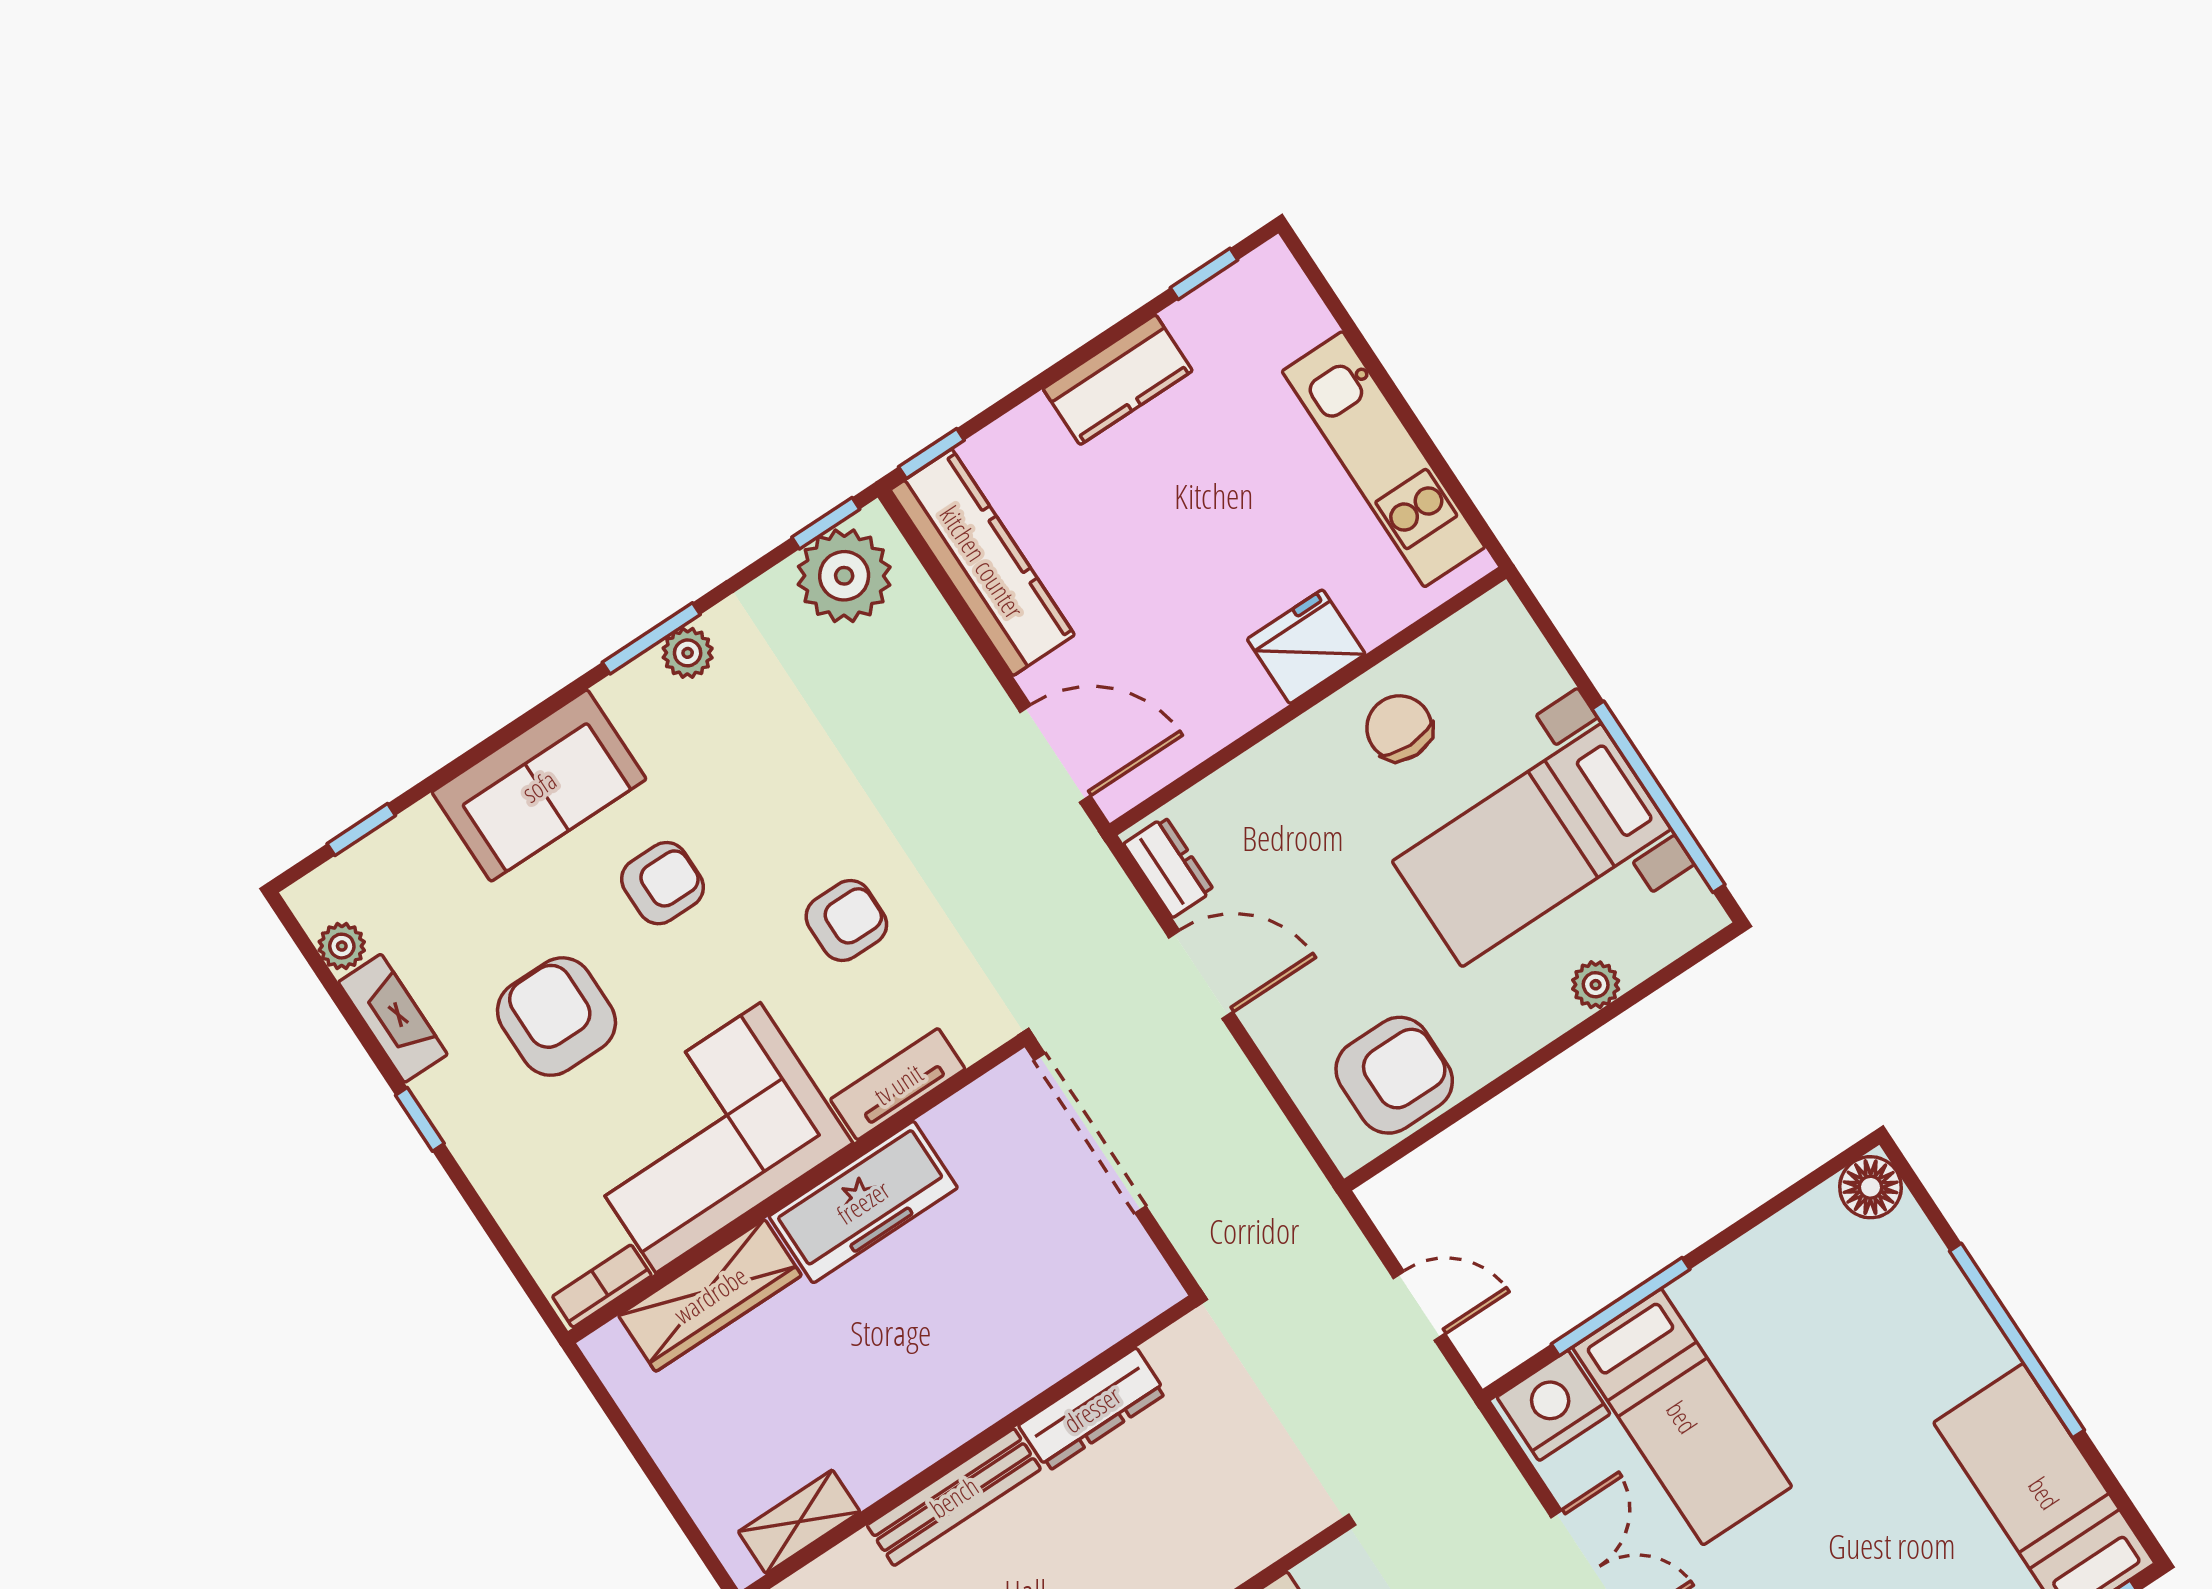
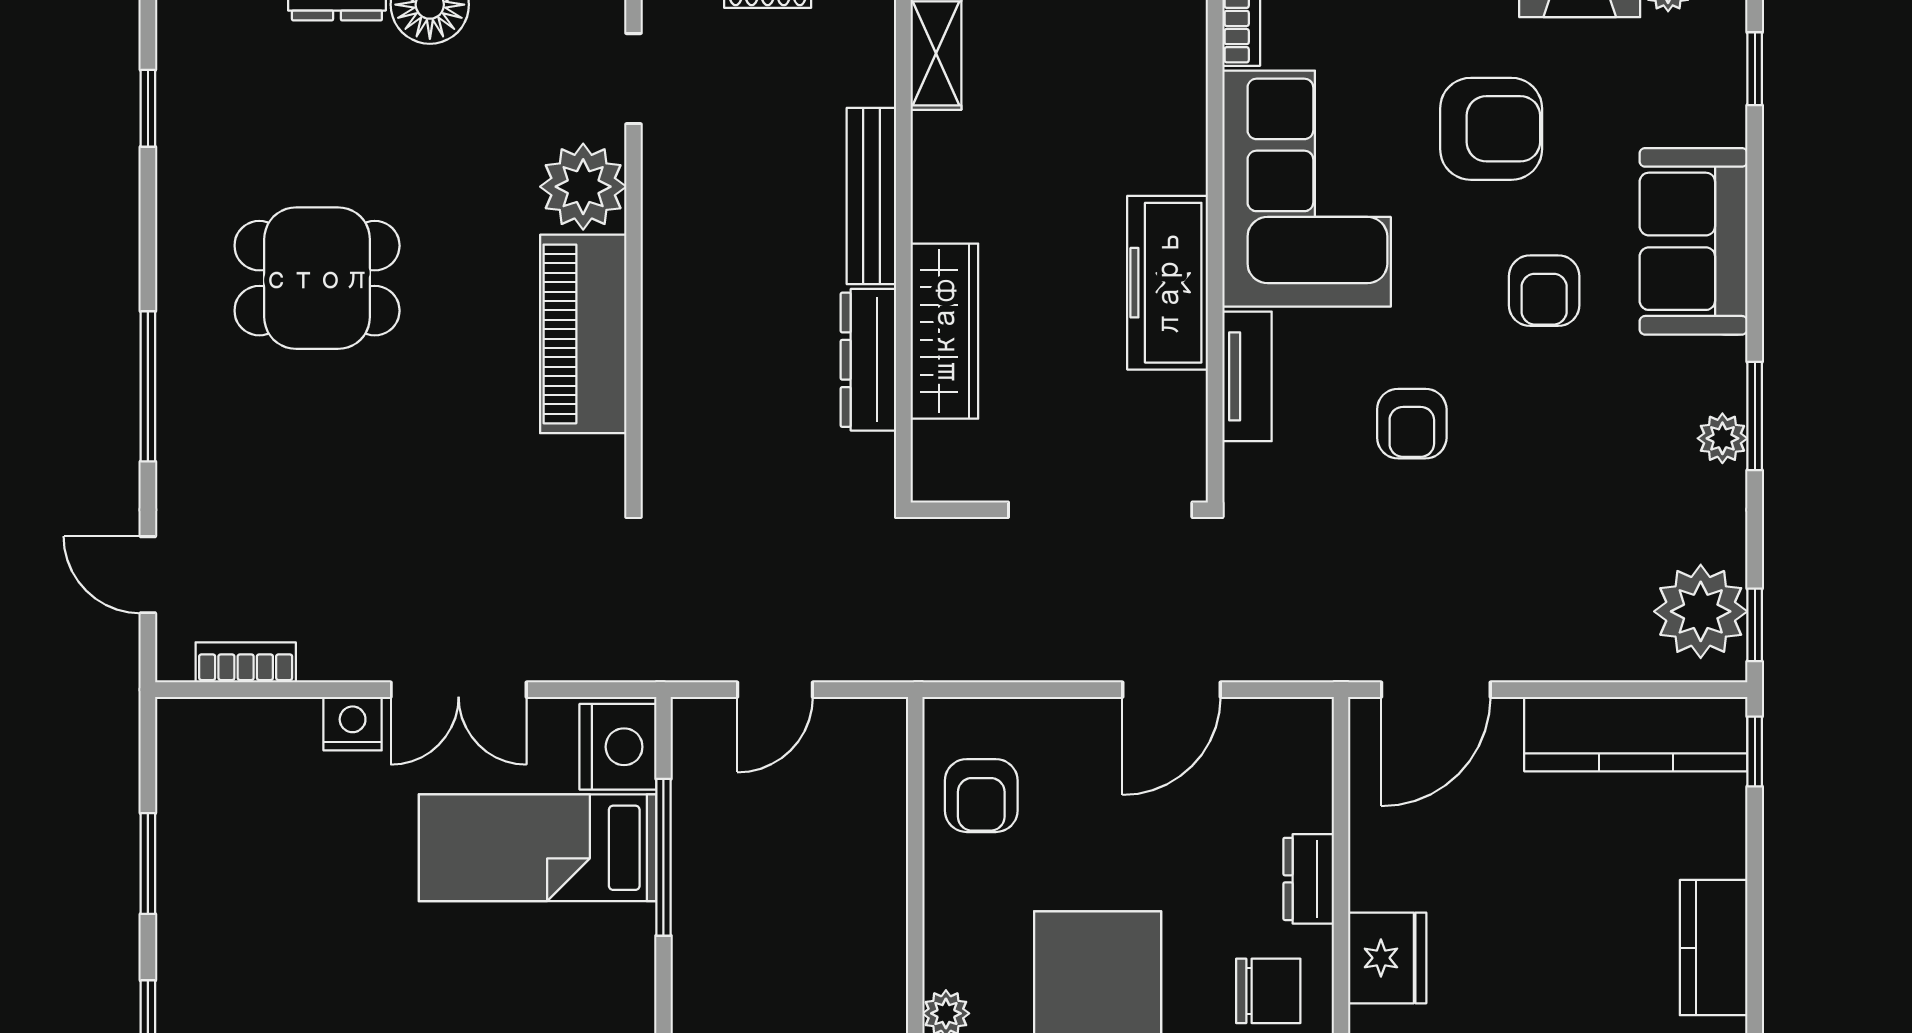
dresser: (1169, 867) -> (1309, 879), moved, turned 90
armchair: (1394, 1075) -> (981, 796), width x0.72, depth x0.72
wardrobe: (710, 1295) -> (944, 331), moved, turned 180

